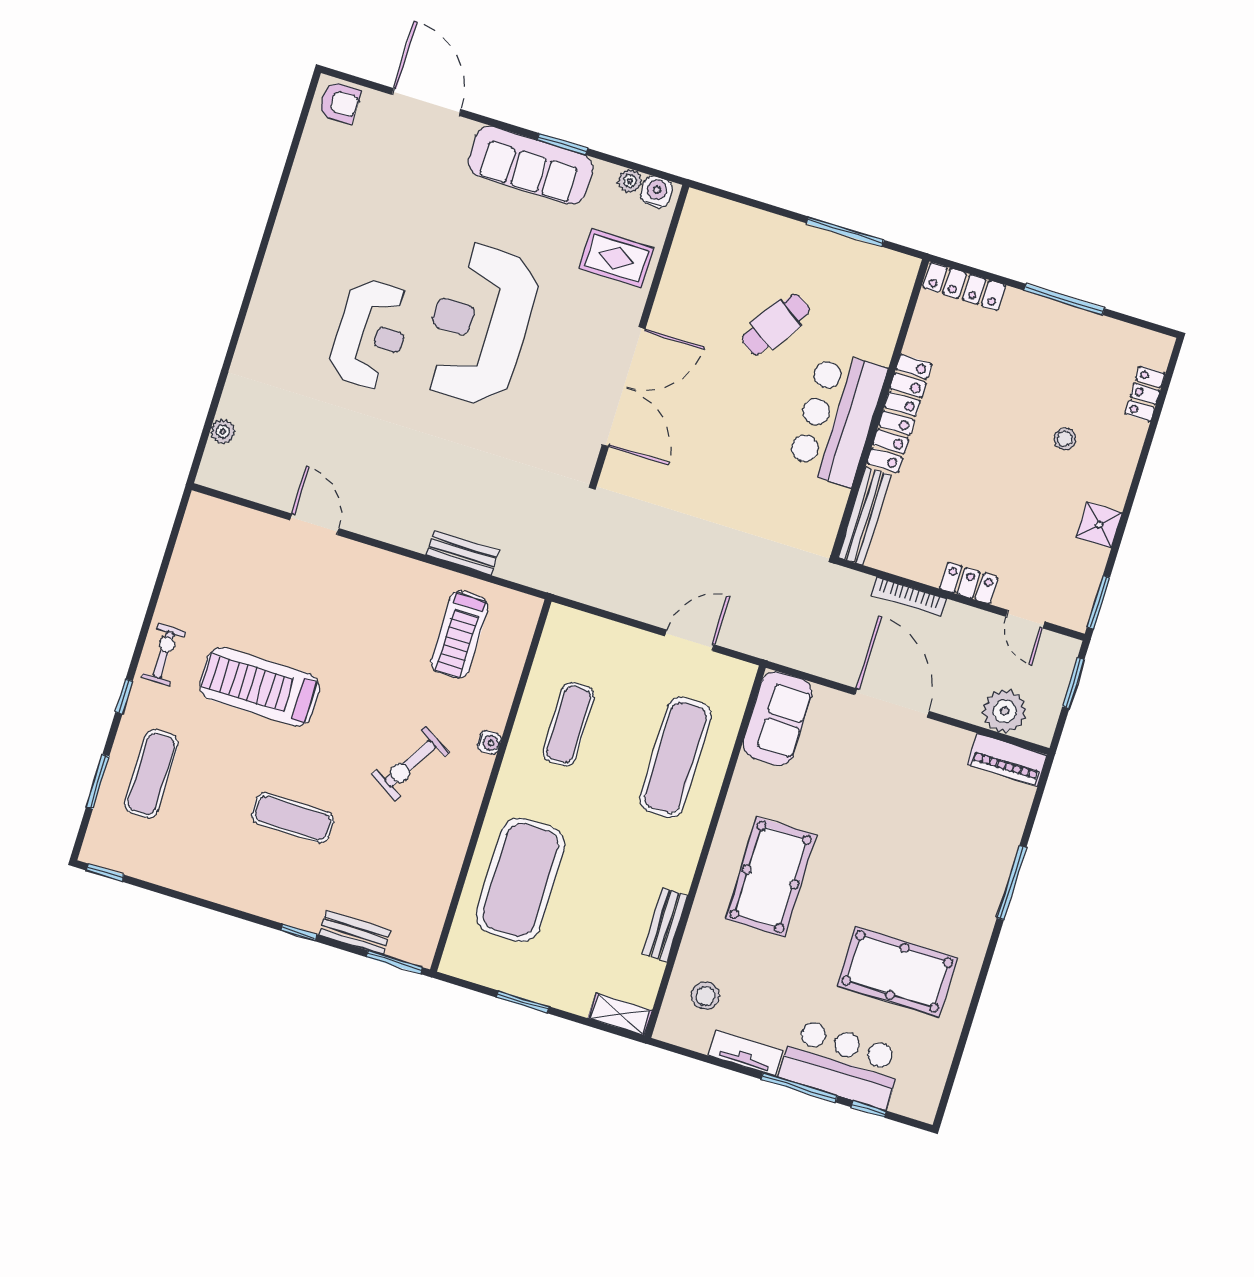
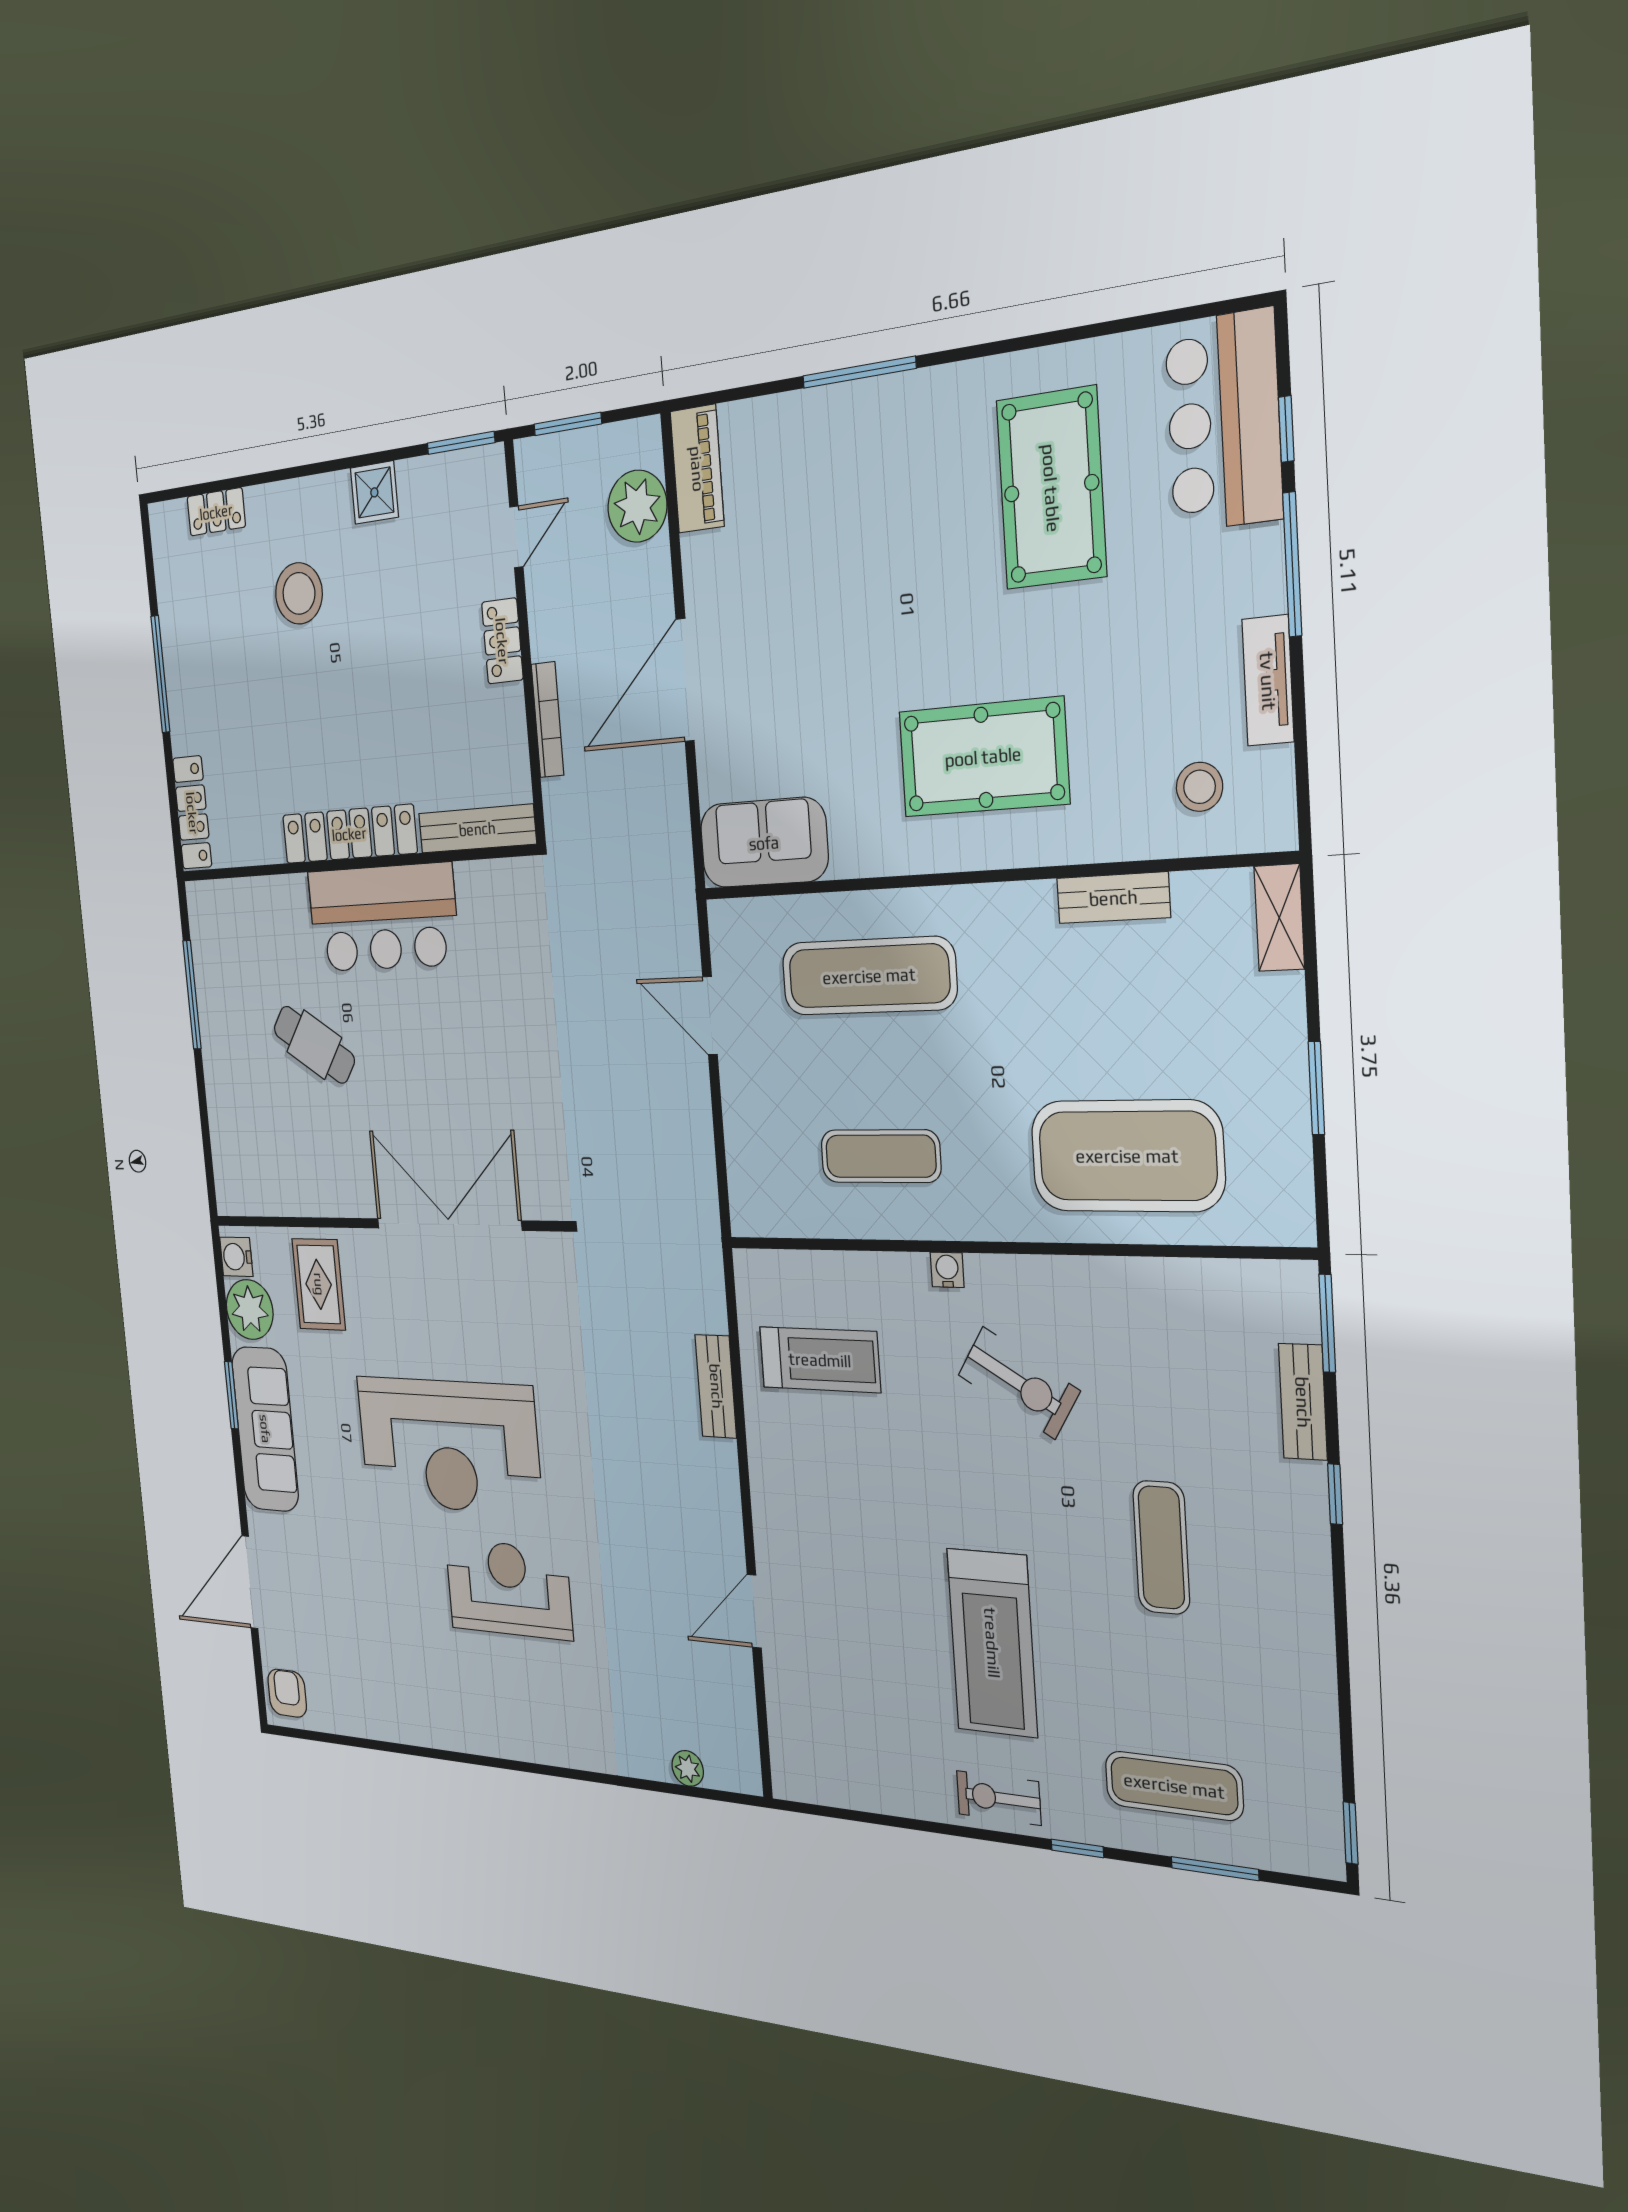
plant: (630, 181) -> (250, 1309), width x1.87, depth x1.87
stool: (1065, 439) -> (299, 593), width x1.89, depth x1.89
bar counter: (841, 1064) -> (1224, 421), moved

